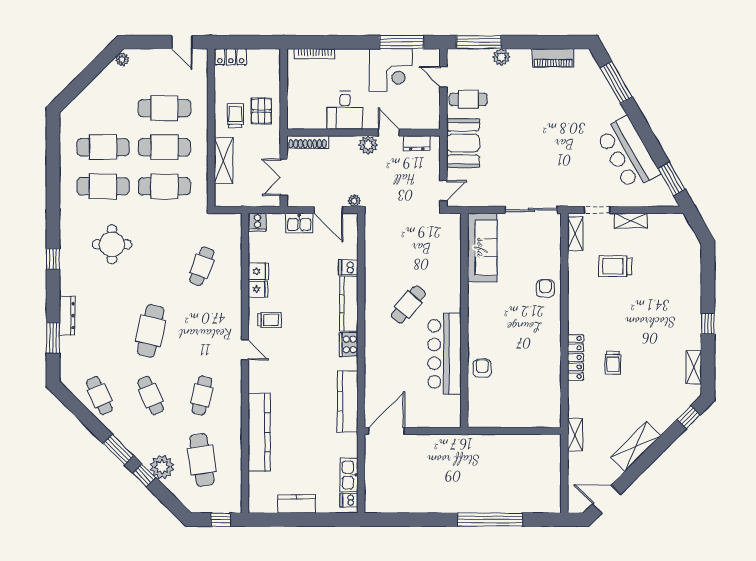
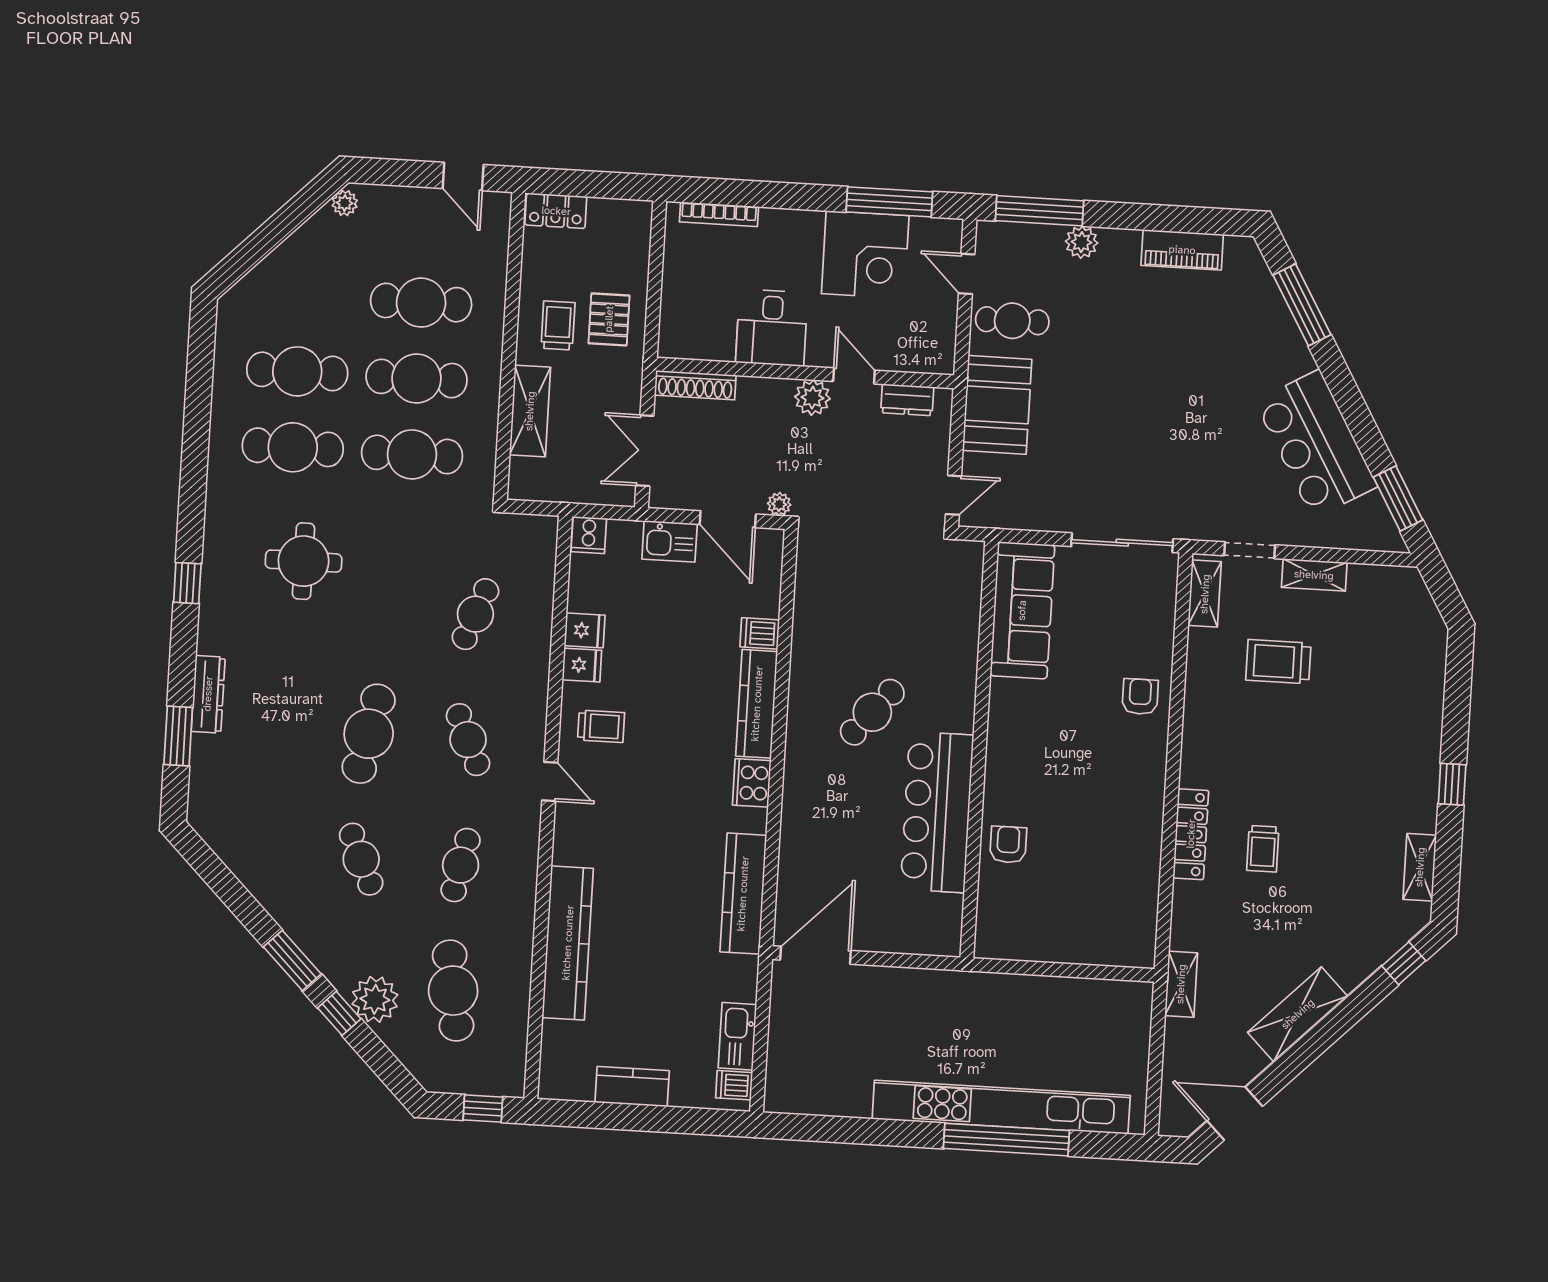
cafe table: (99, 395) -> (468, 740), moved
kitchen unit: (486, 503) -> (1001, 1107), added

